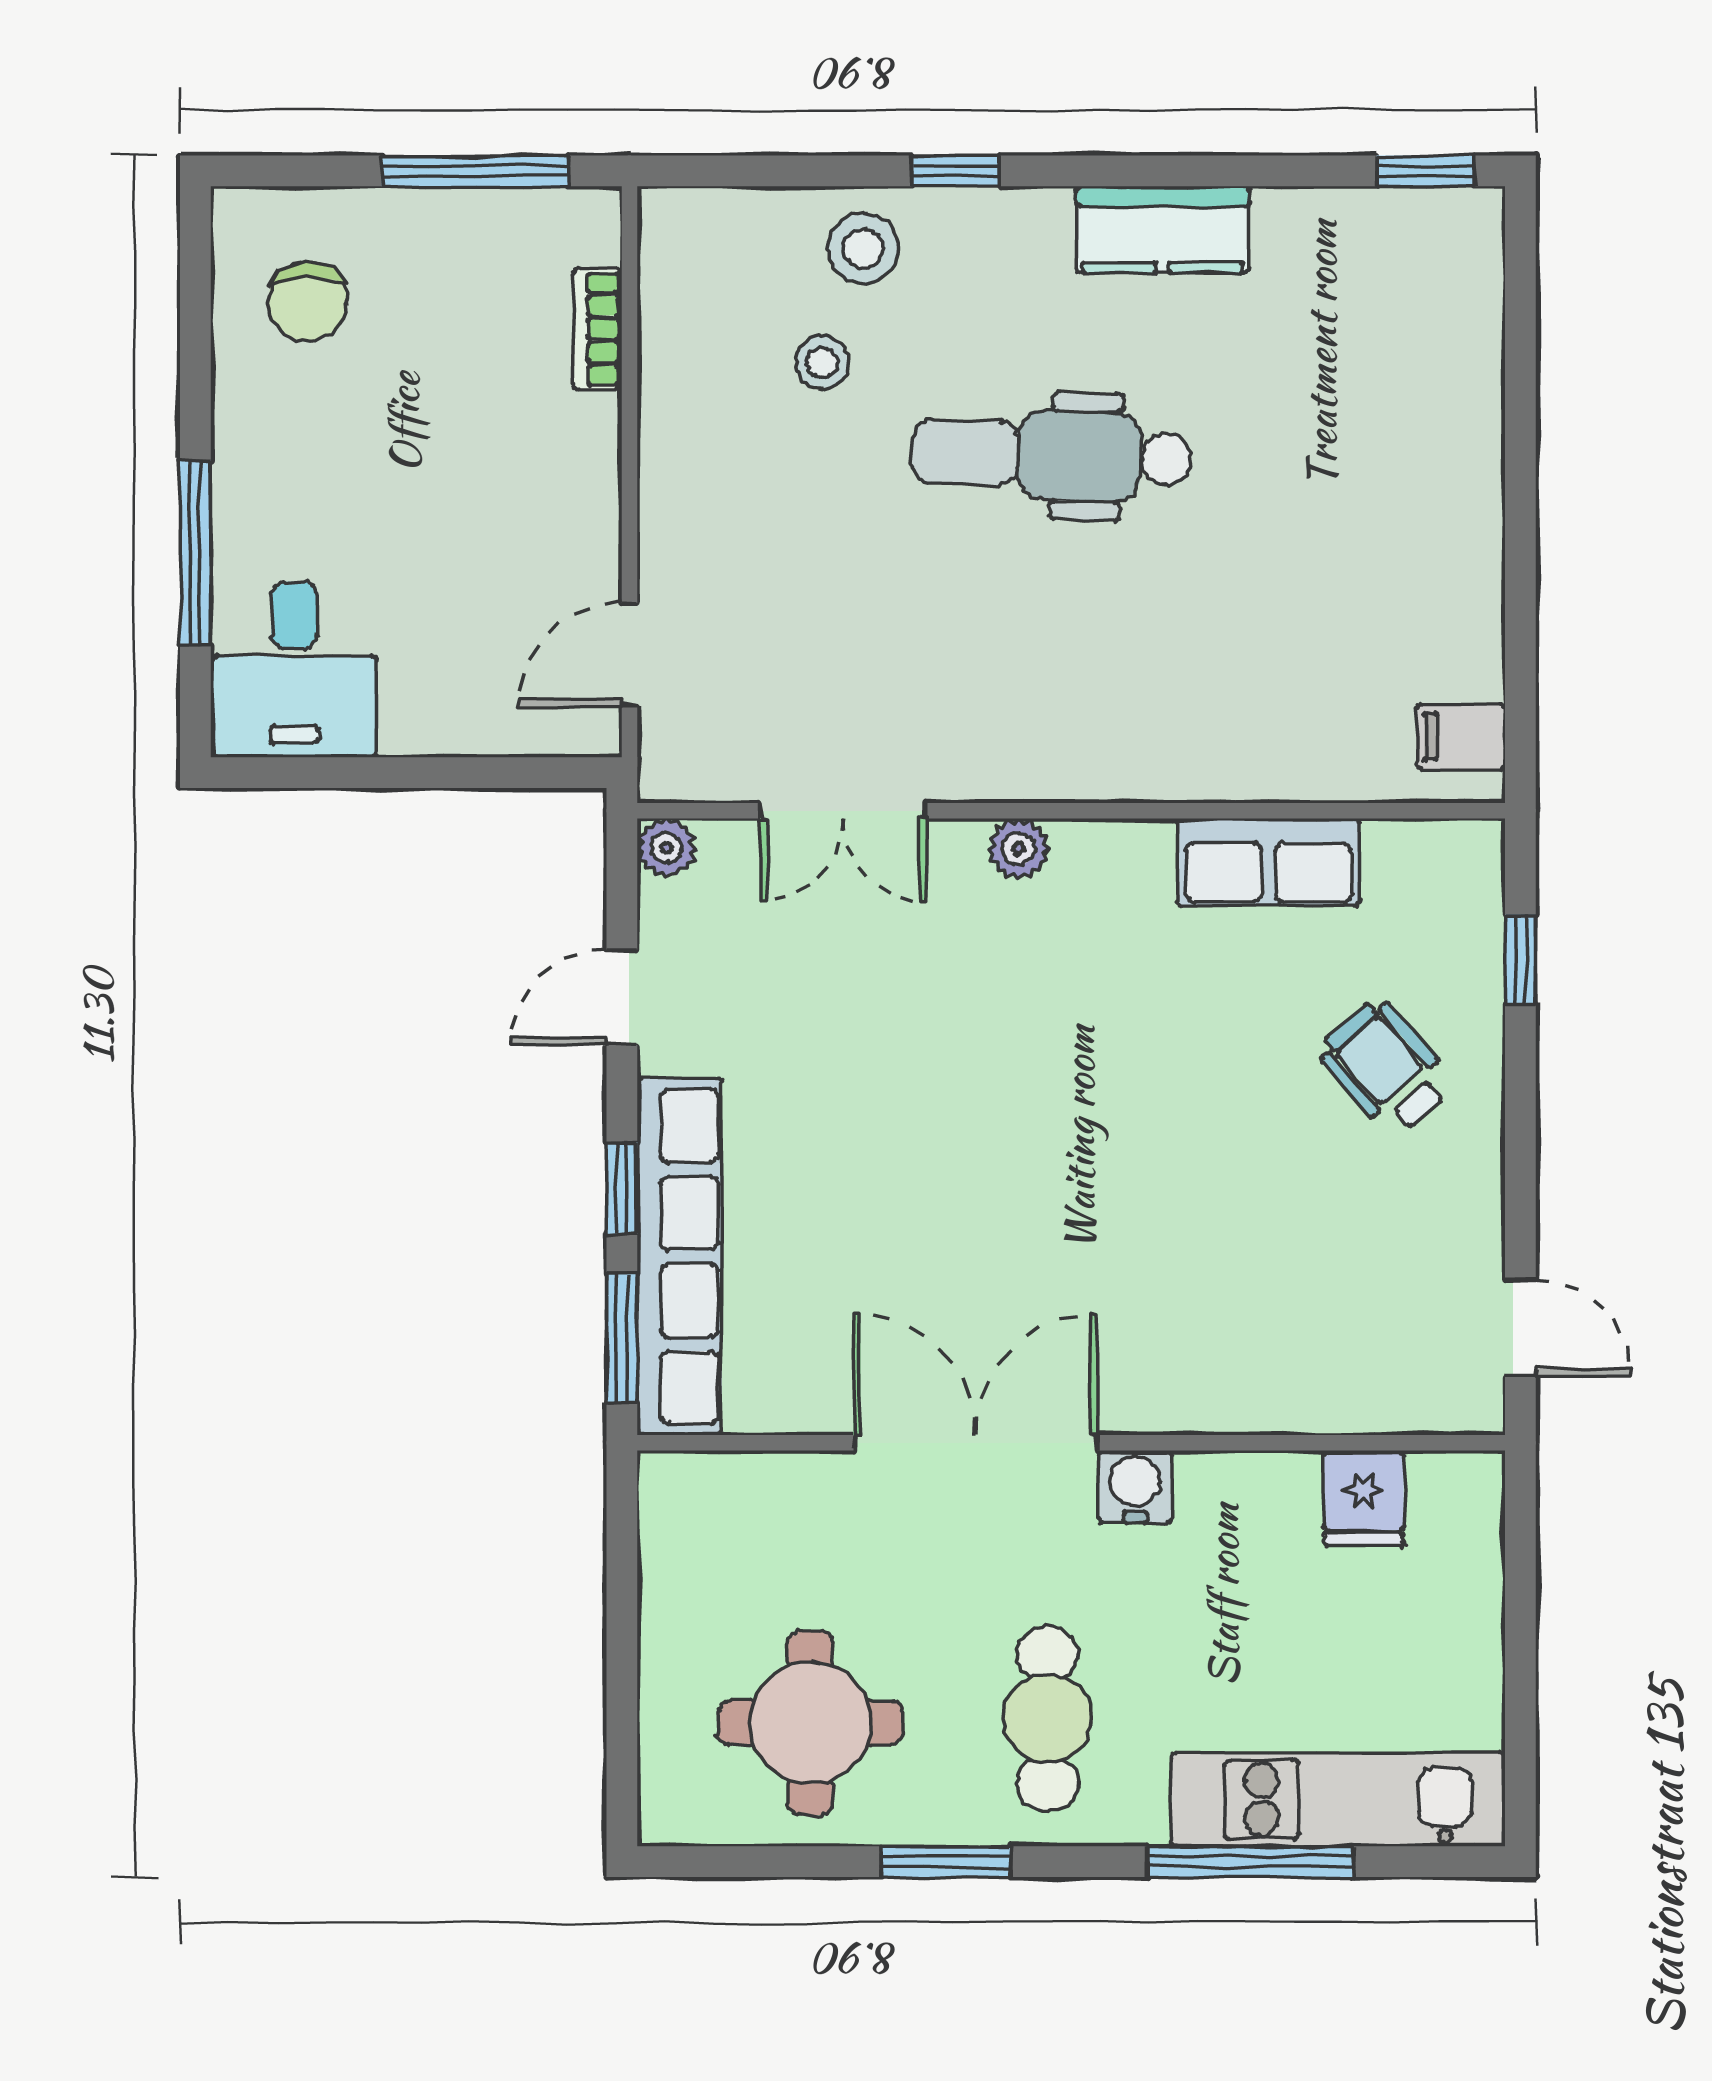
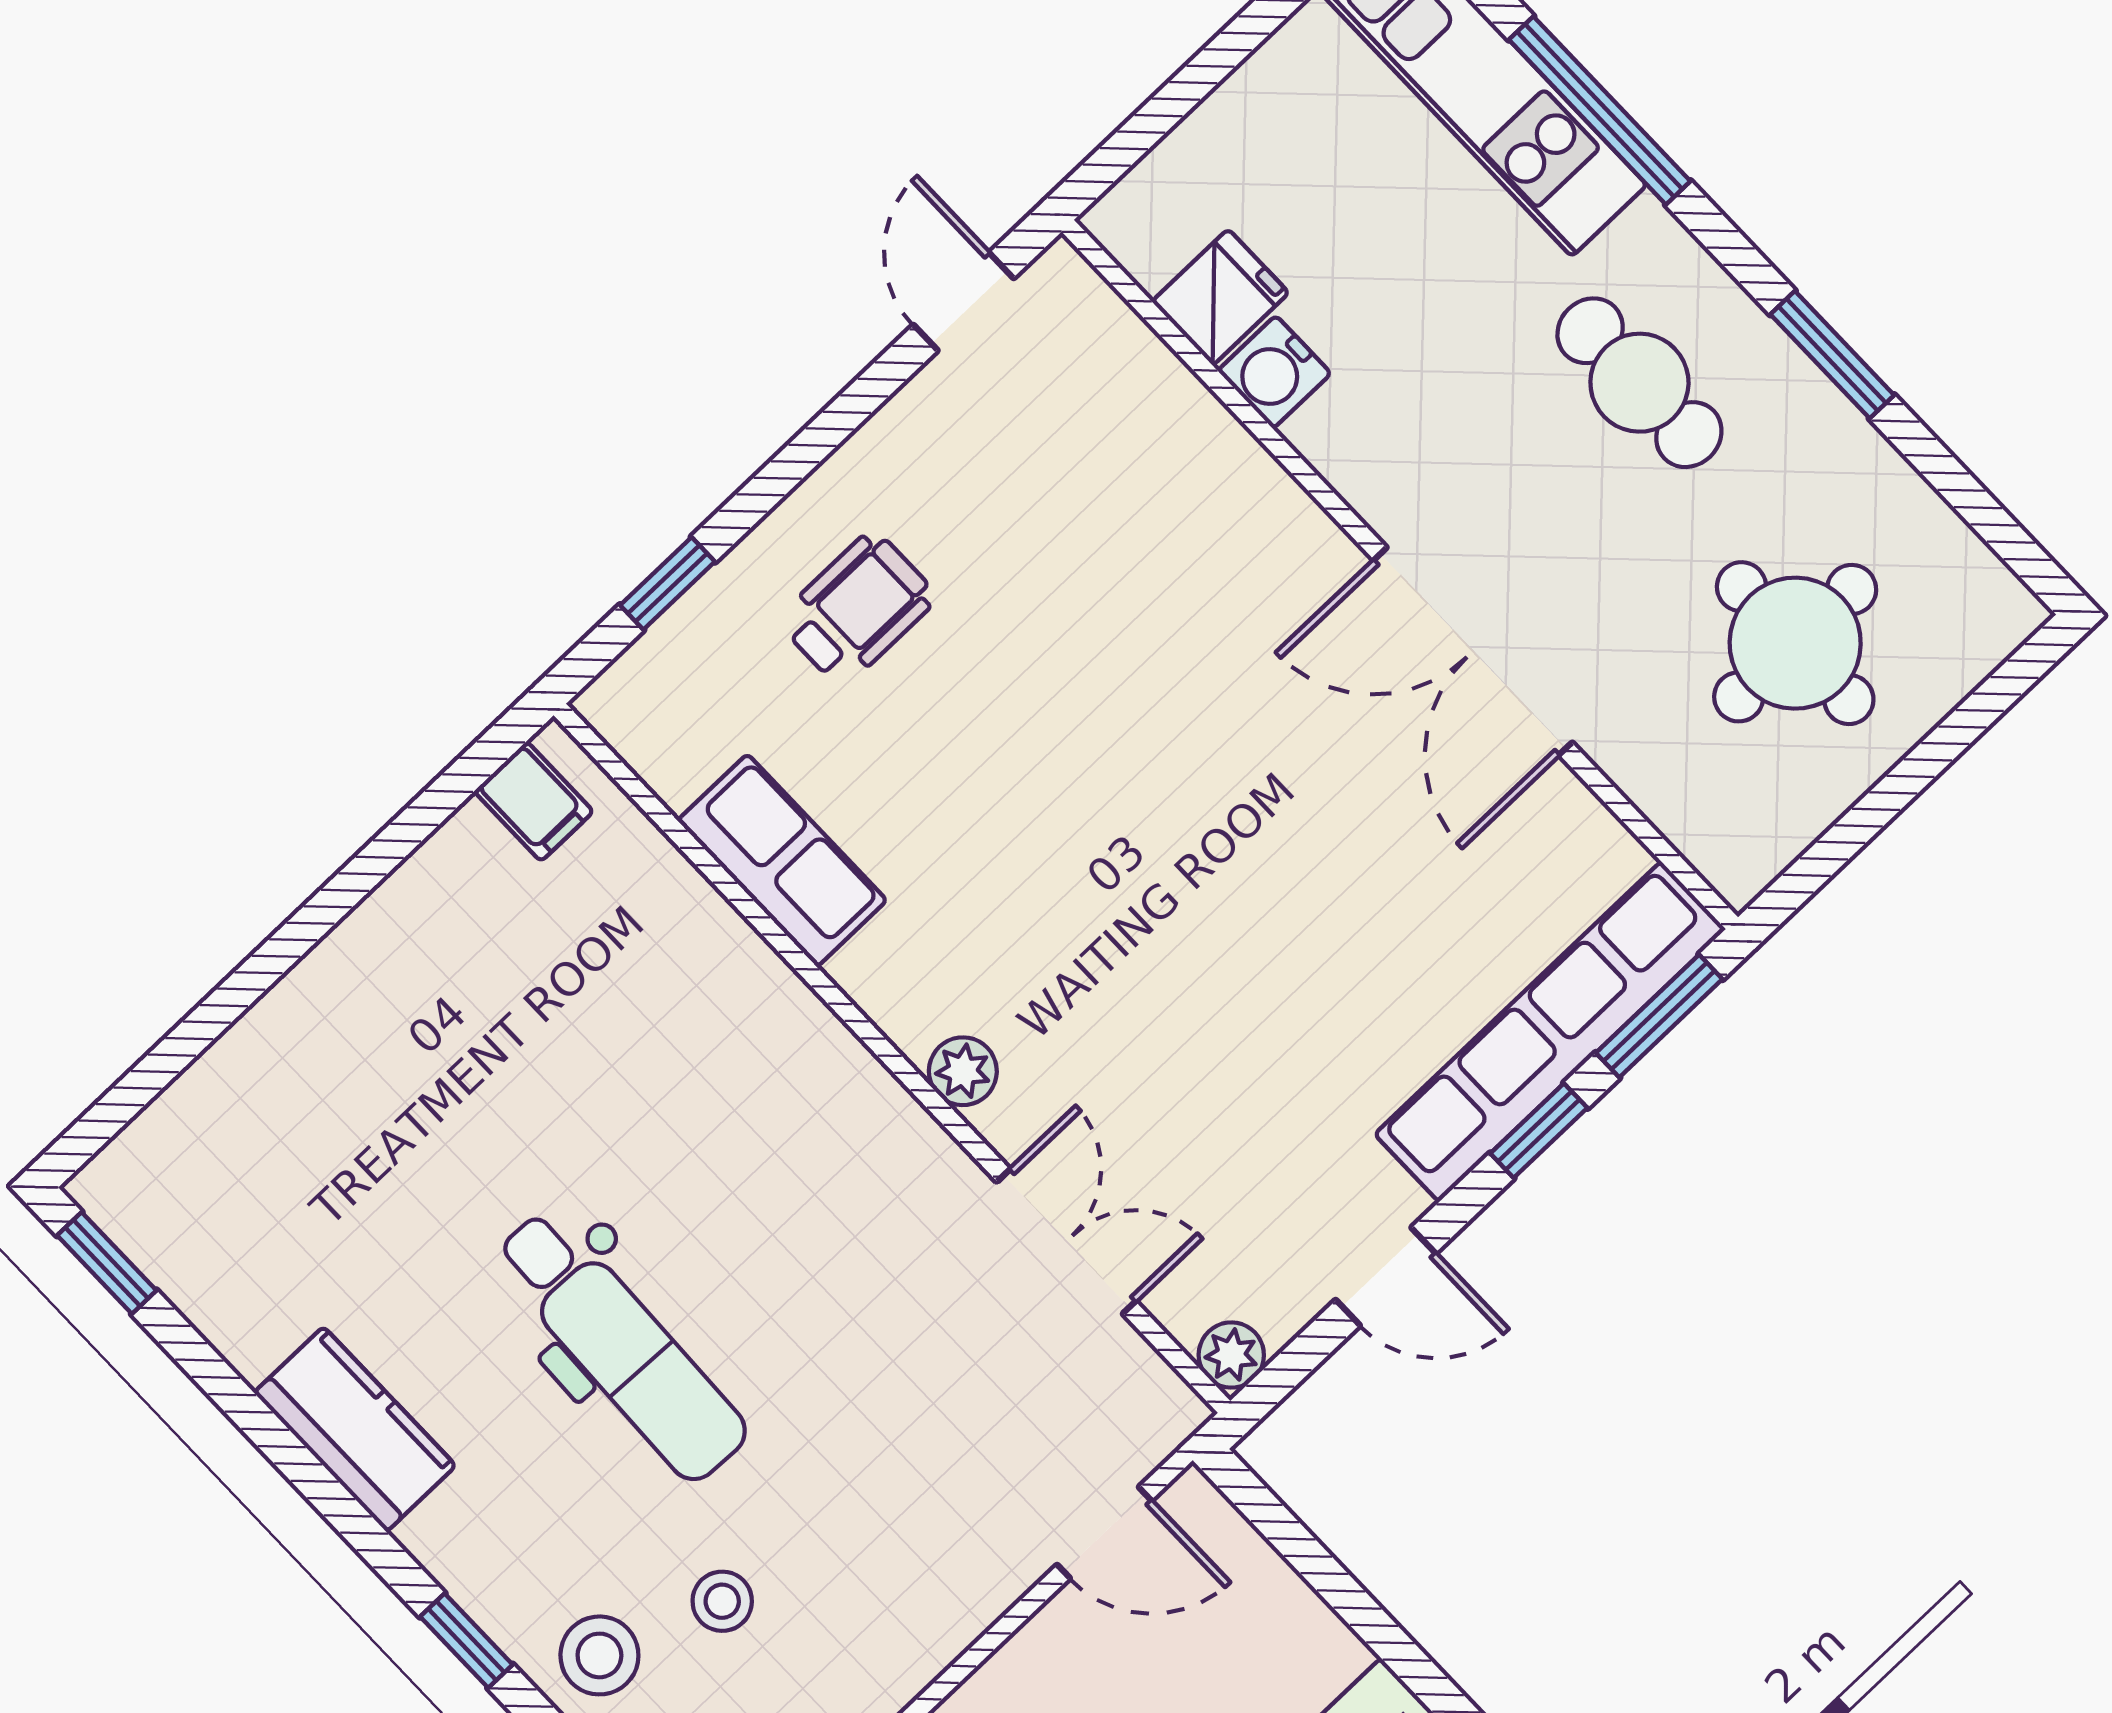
wheelchair: (1386, 1067) -> (857, 609), turned -139
water cooler: (1135, 1487) -> (1274, 372), moved
cafe table: (1047, 1719) -> (1639, 383), turned 90
round table: (810, 1723) -> (1795, 643), moved

